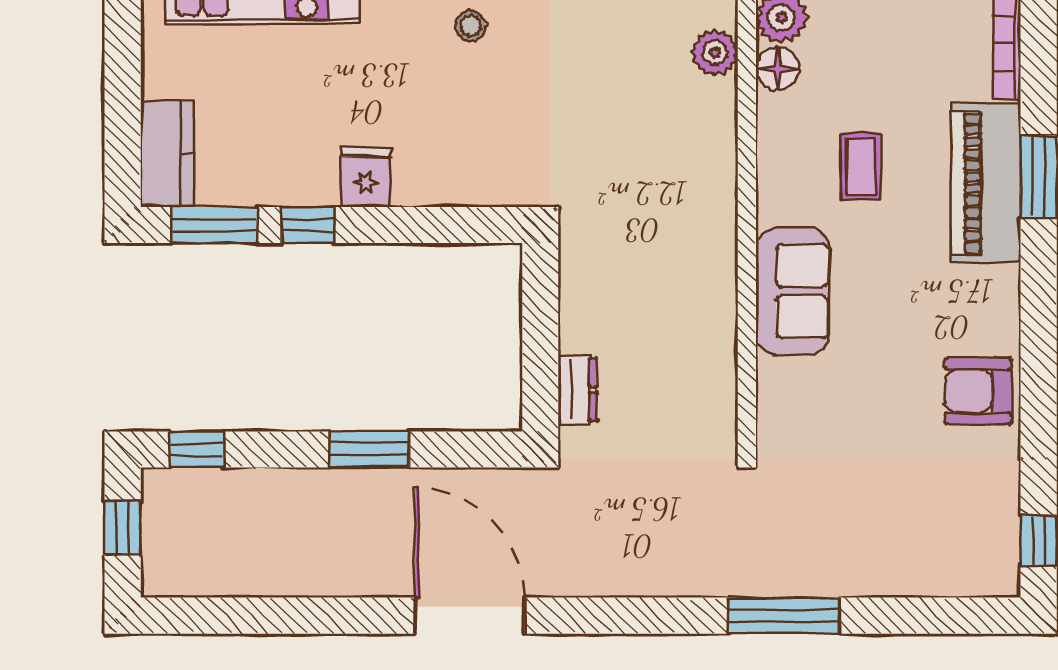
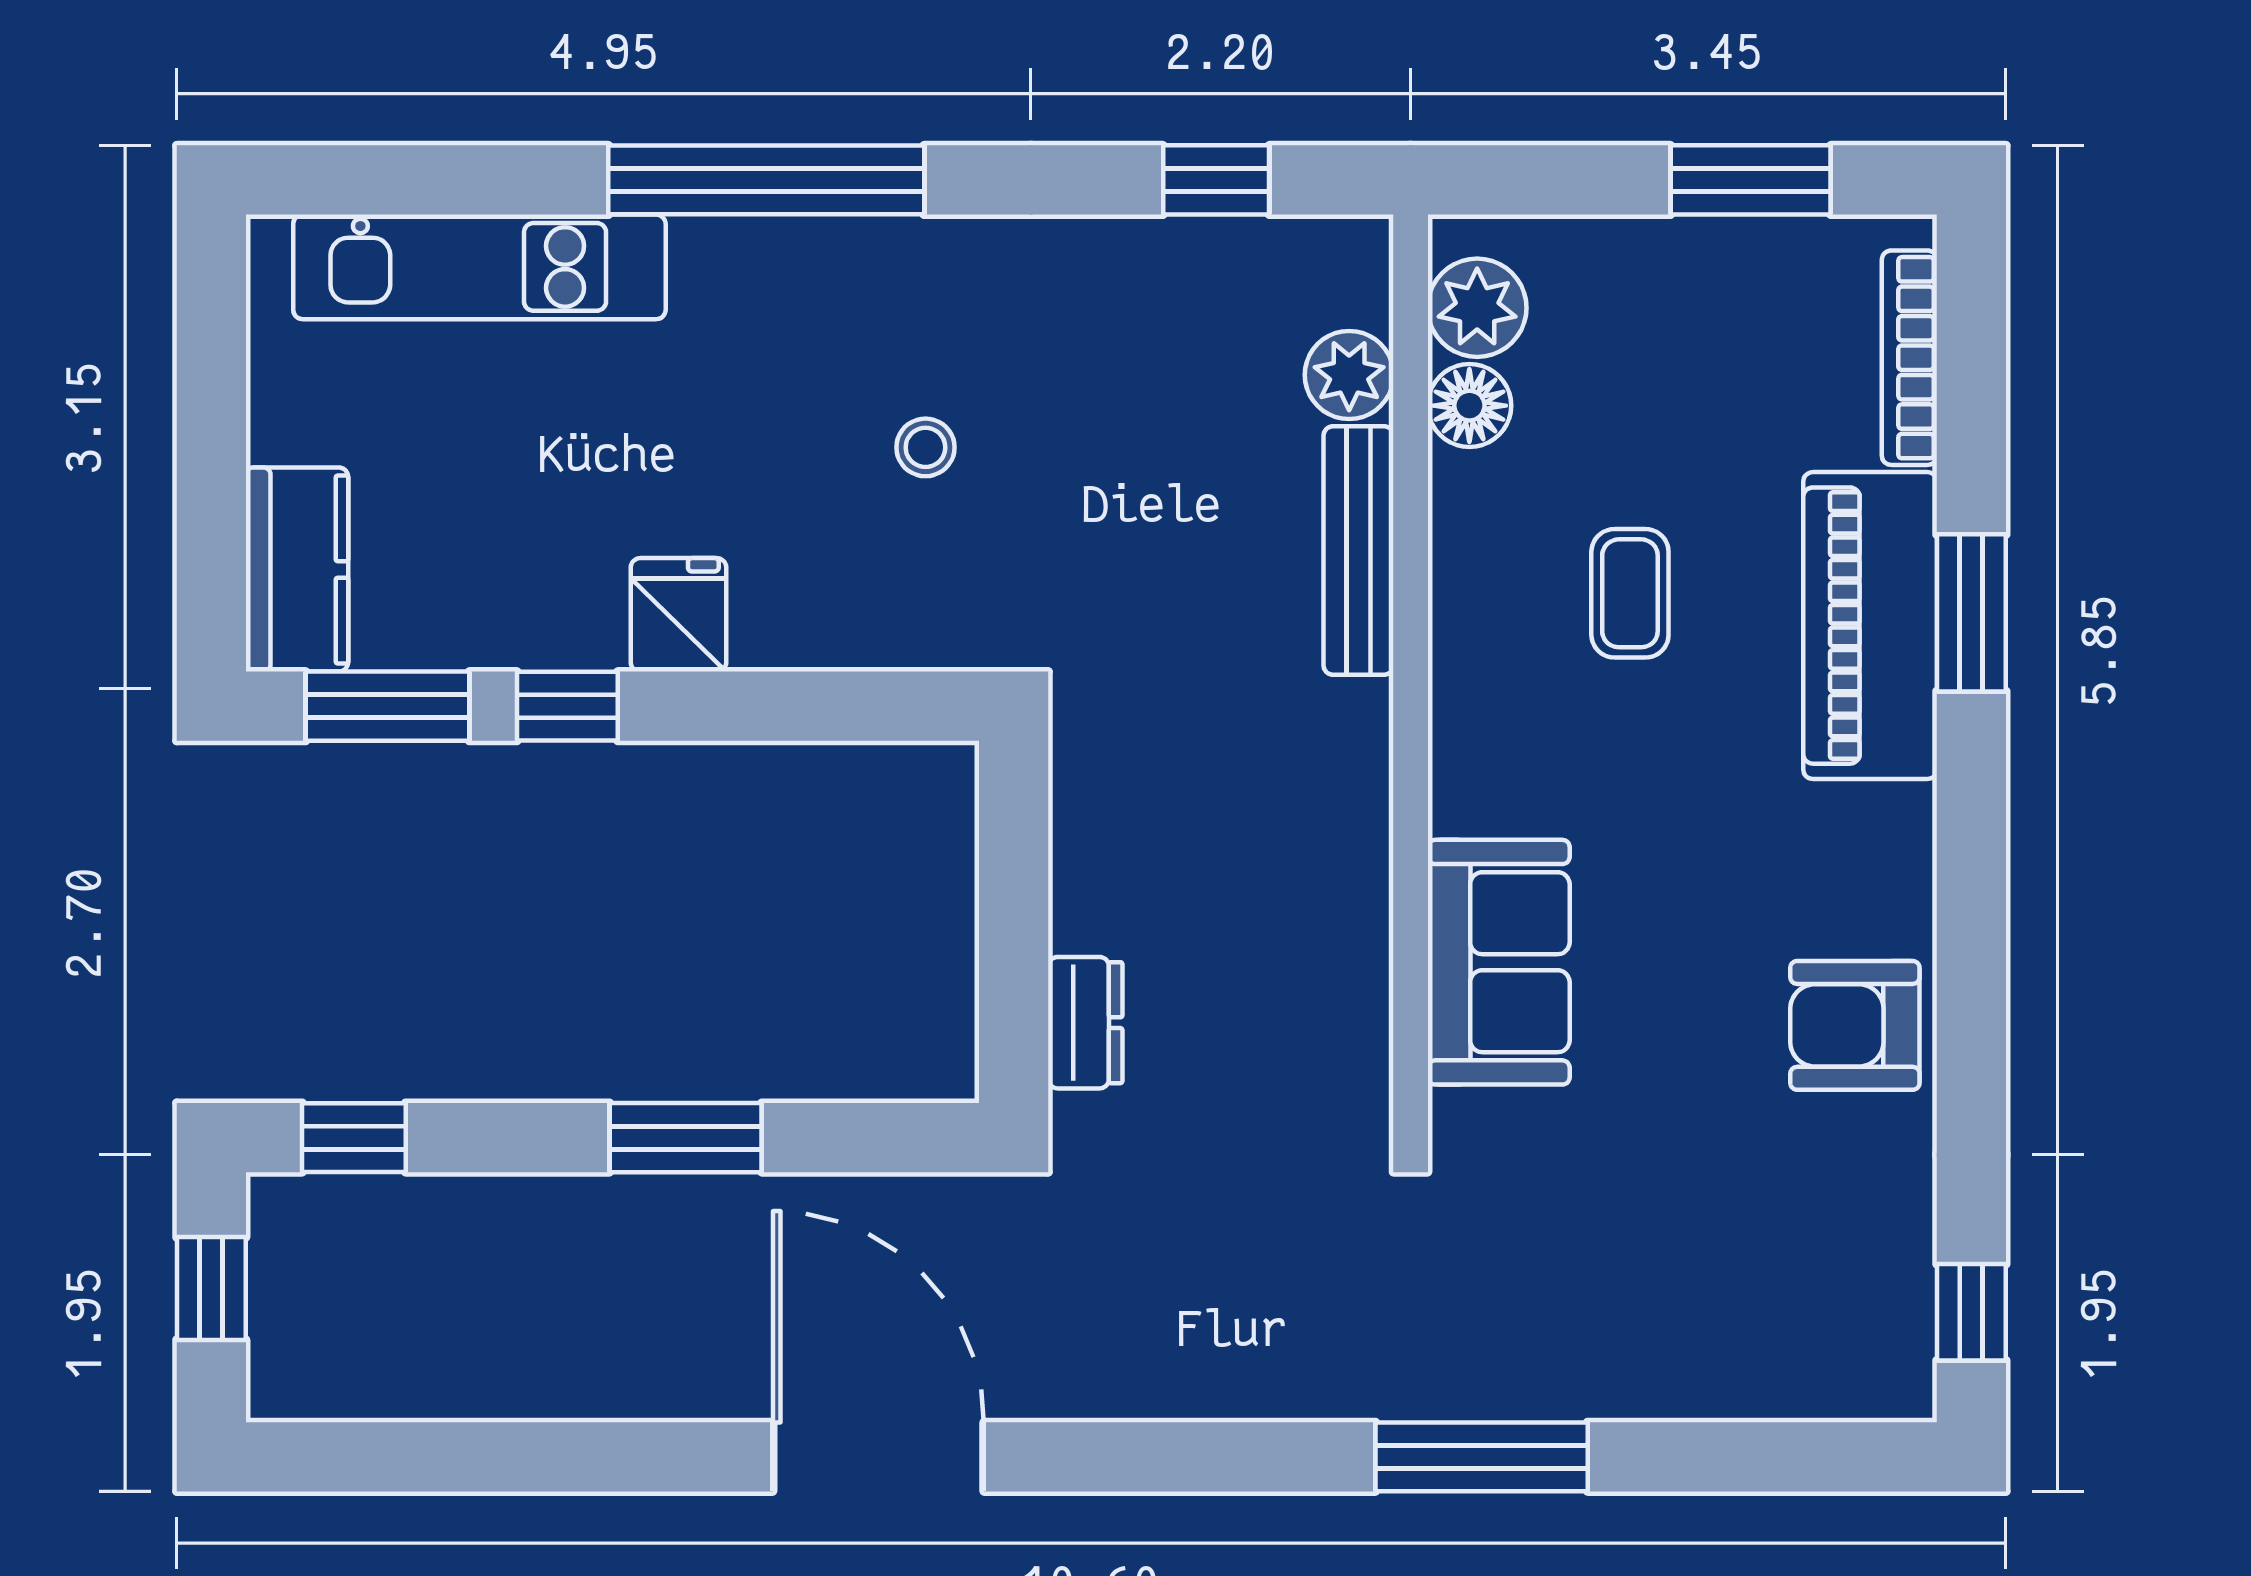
stool: (471, 26) -> (925, 447), moved
bench: (720, 144) -> (1358, 550), added
sofa: (793, 291) -> (1499, 962), moved

